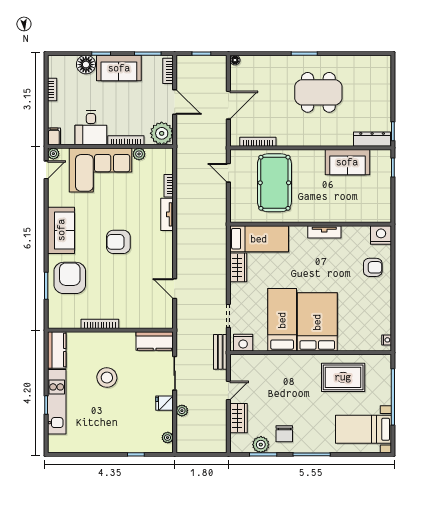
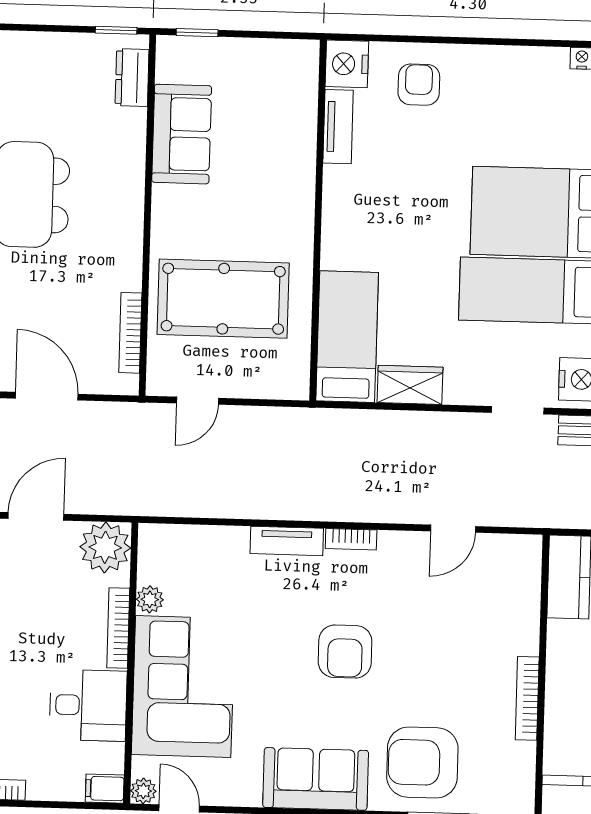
dresser: (372, 139) -> (132, 78), width x0.70
bookcase: (169, 186) -> (351, 539), moved
tv unit: (324, 232) -> (338, 127), moved

